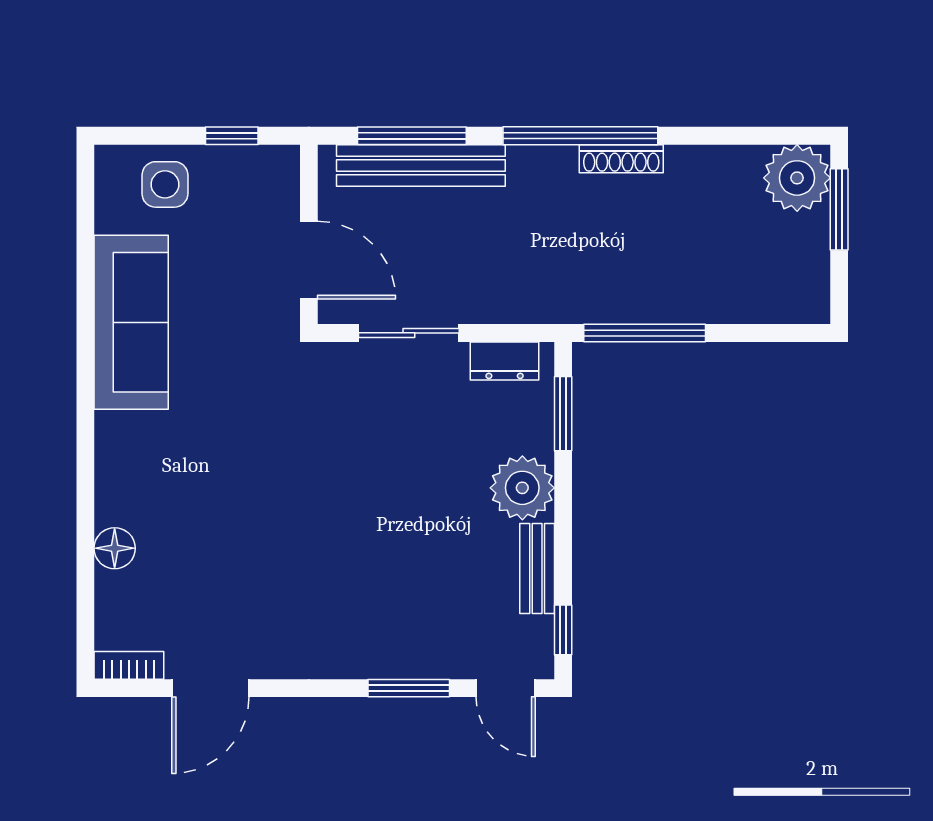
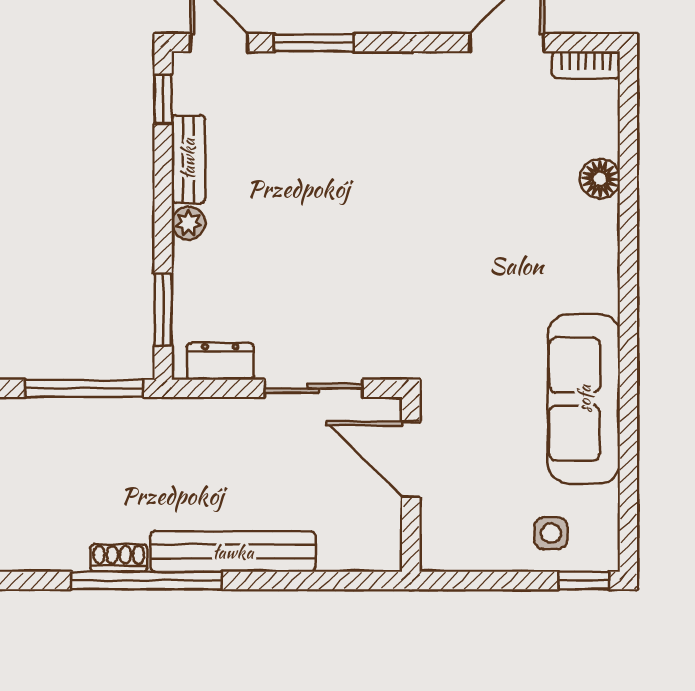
window: (232, 136) -> (584, 580), moved
window: (412, 136) -> (310, 580), removed
shoe rack: (621, 159) -> (119, 558), width x0.70
bench: (421, 166) -> (233, 552), moved
side table: (165, 184) -> (551, 533), width x0.73, depth x0.73
plant: (522, 488) -> (188, 223), width x0.53, depth x0.53

